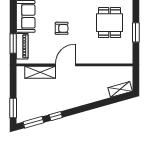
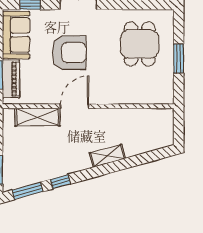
armchair: (62, 28) -> (69, 52), width x1.88, depth x1.88
shelving: (120, 89) -> (107, 156), moved

